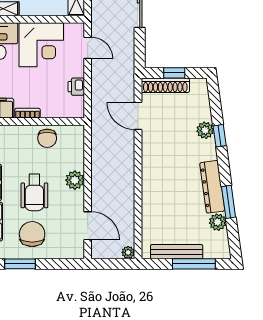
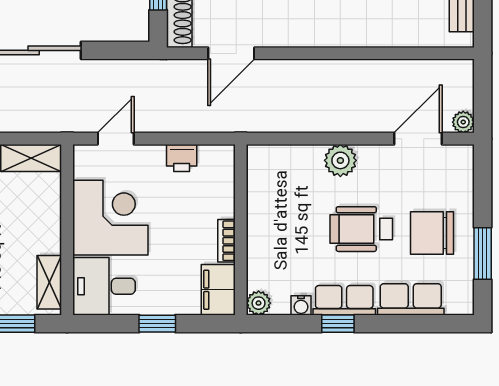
chair: (47, 138) -> (269, 207), removed
wheelchair: (34, 192) -> (361, 229), turned 180
plant: (128, 252) -> (463, 122), moved

